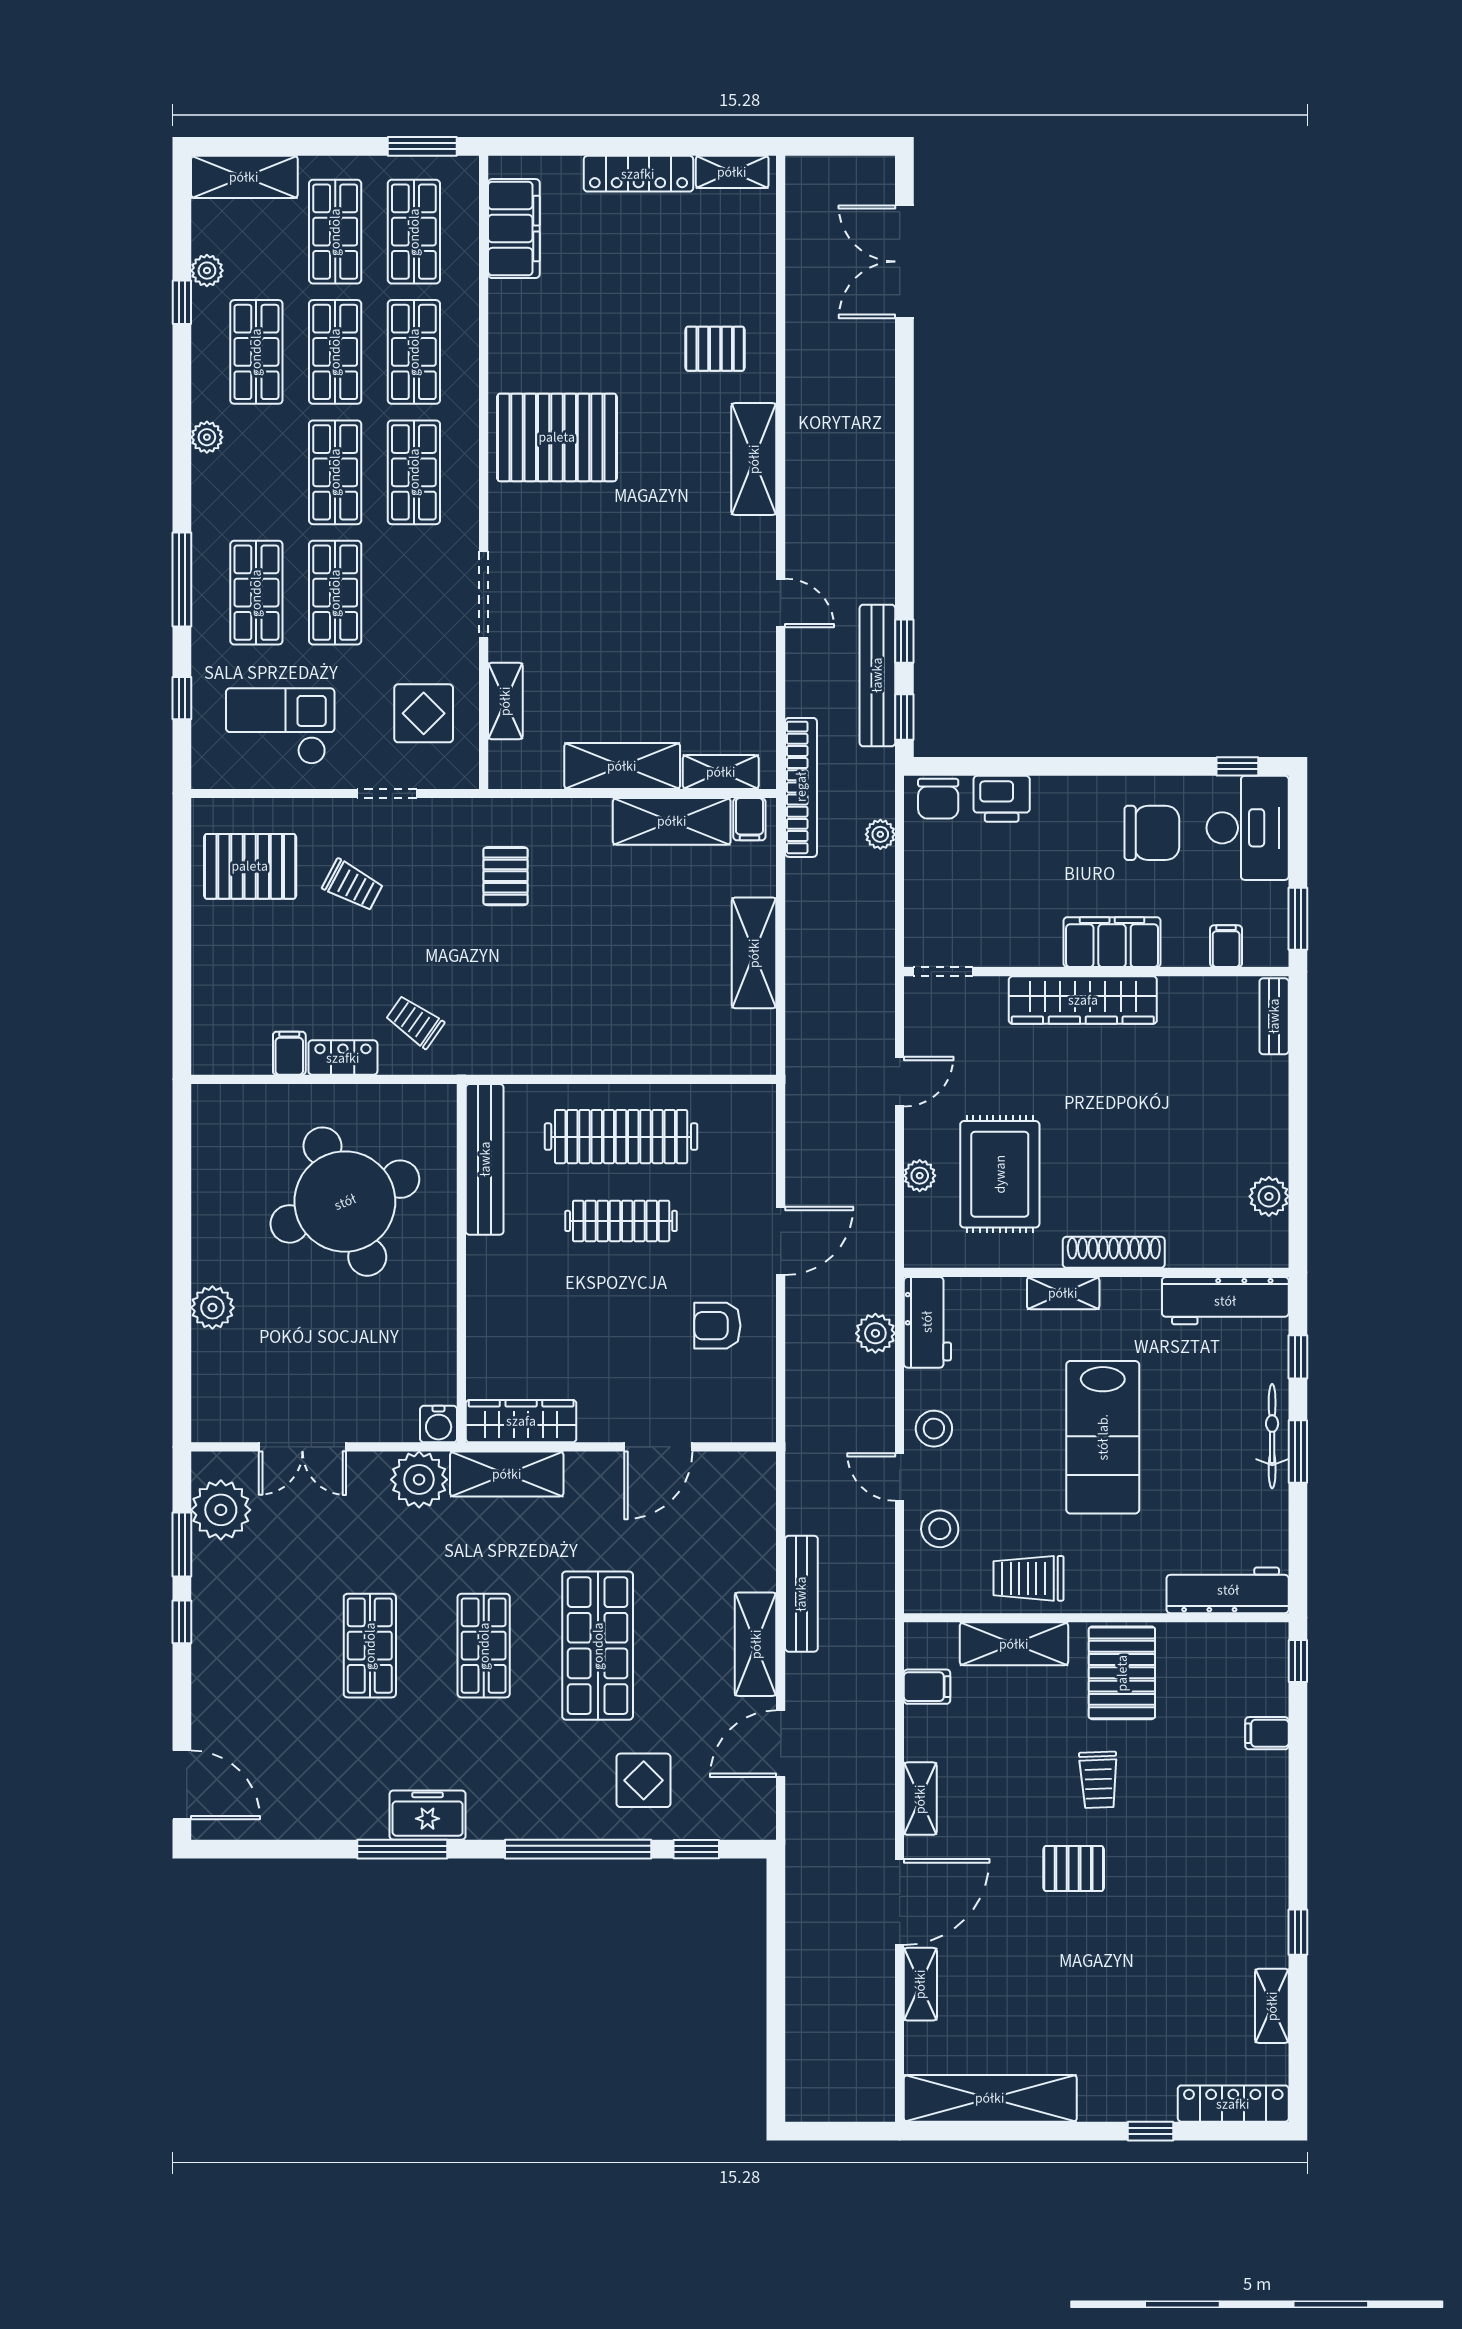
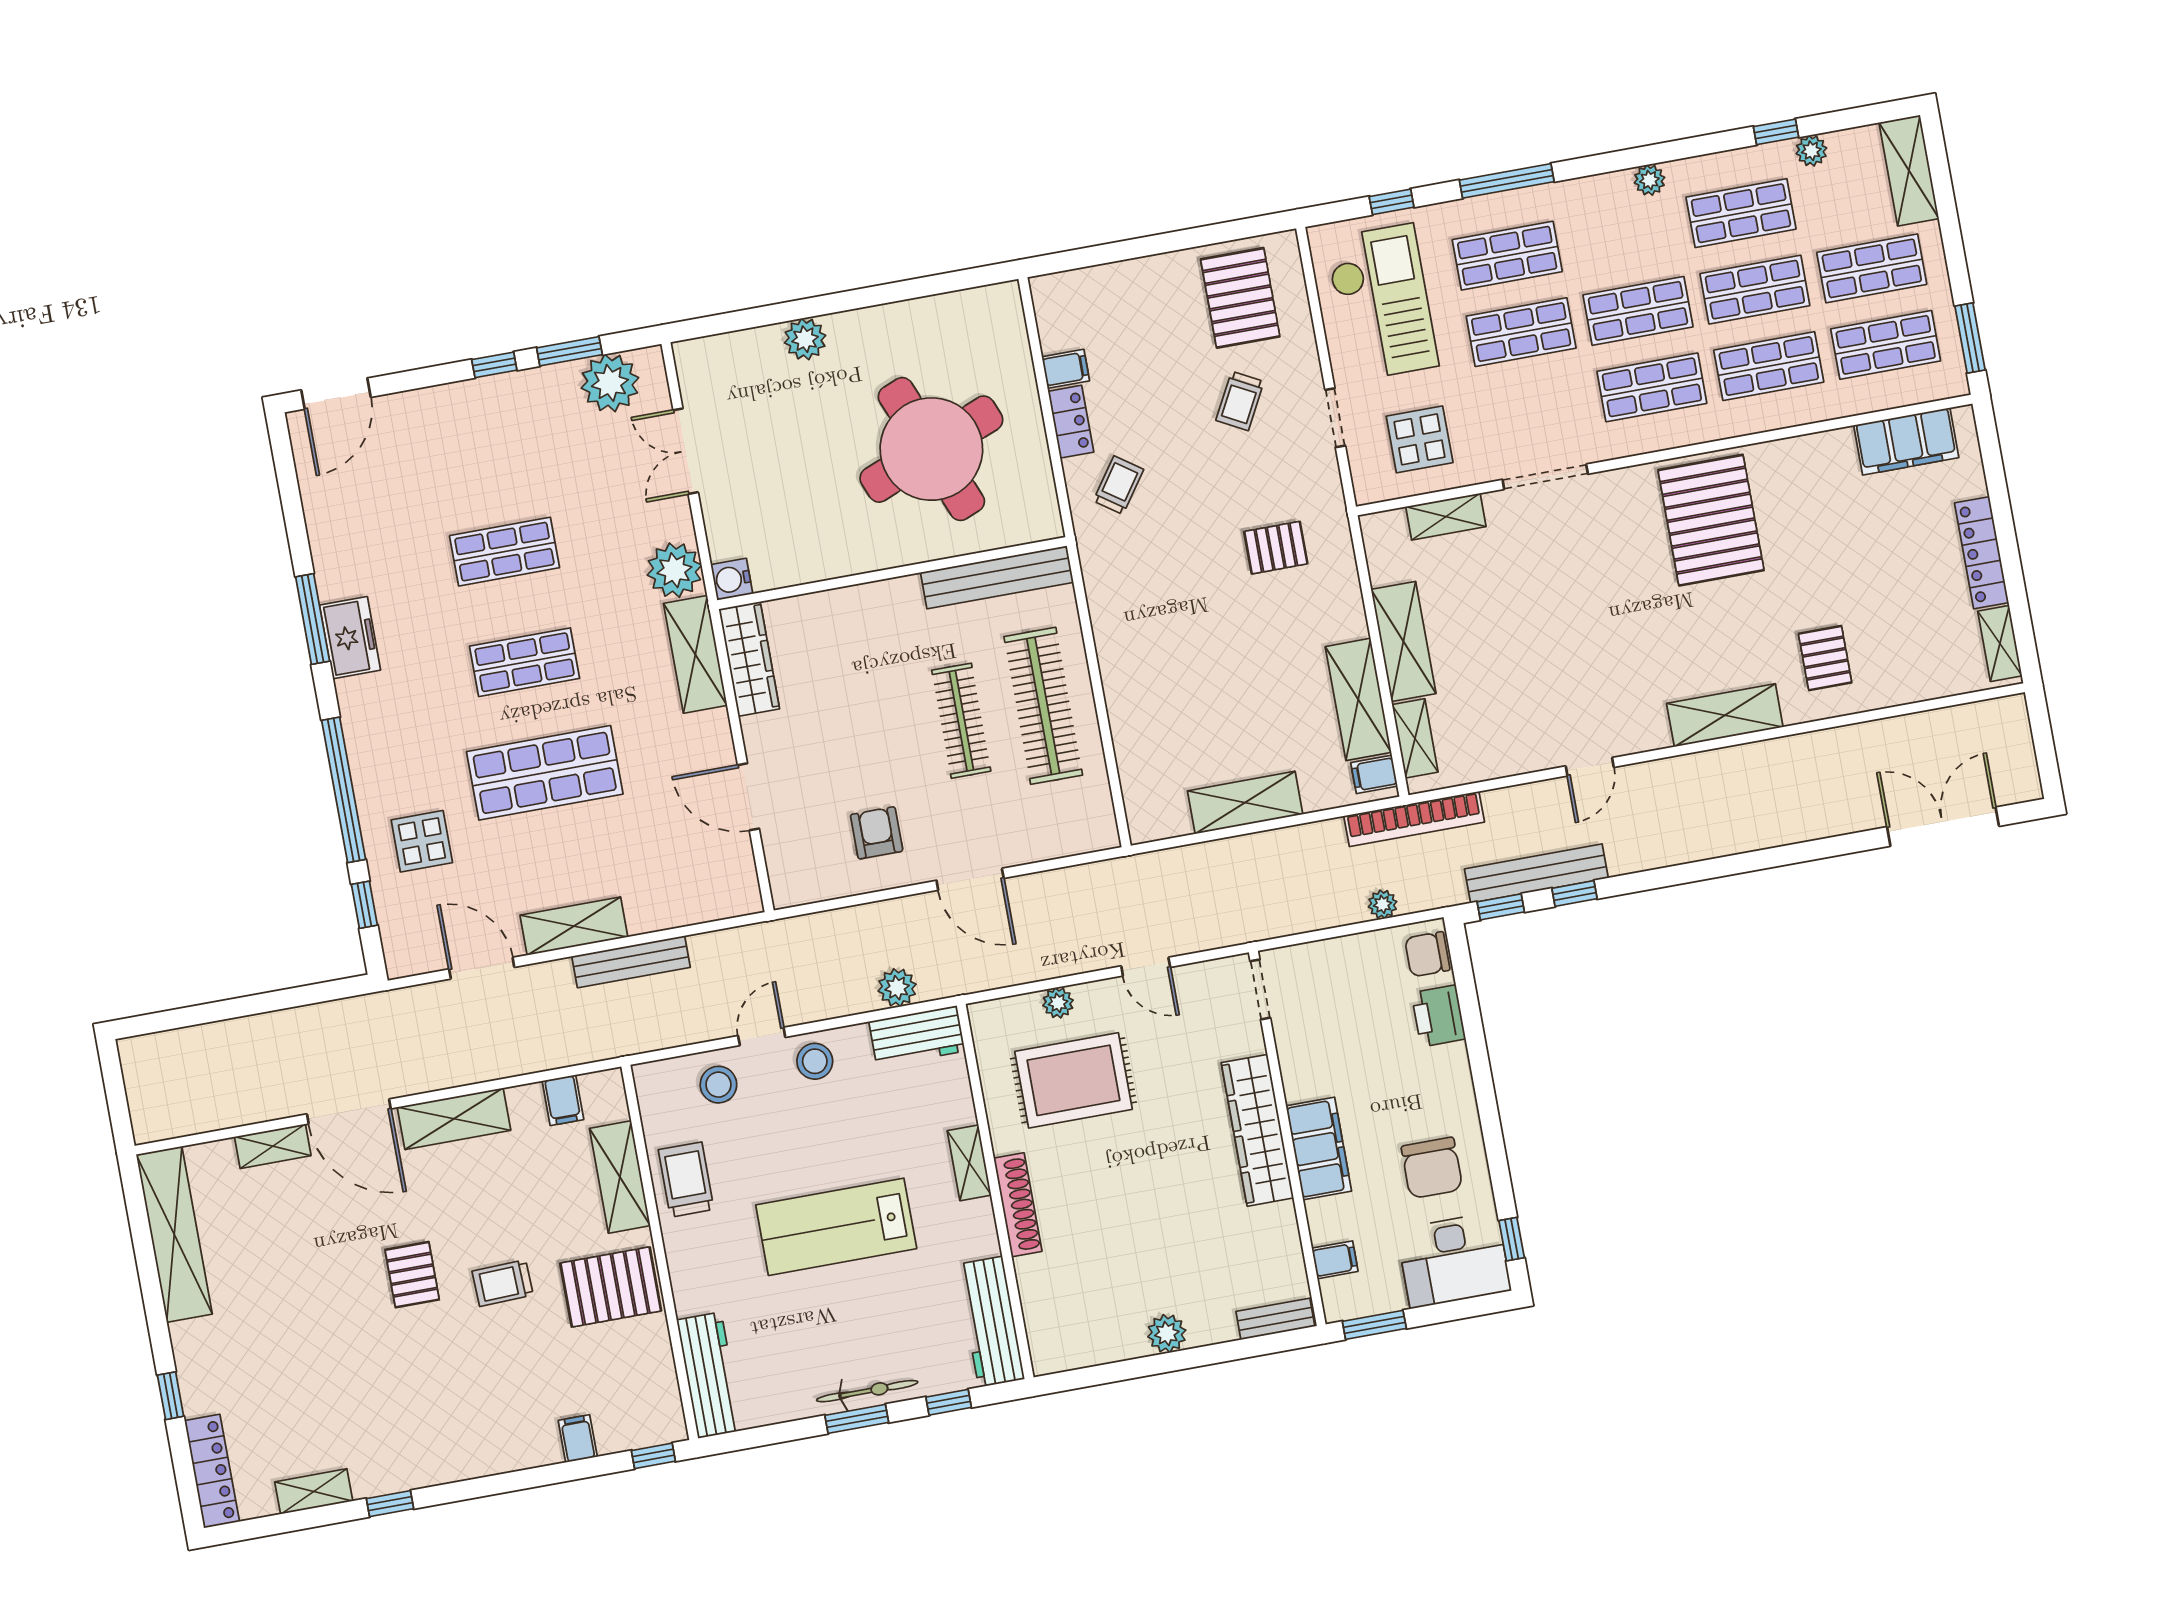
checkout: (280, 726) -> (1382, 302), width x1.36, depth x1.21
plant: (1269, 1196) -> (1167, 1333), moved
shelving: (920, 1799) -> (454, 1119), width x1.50, depth x1.33

